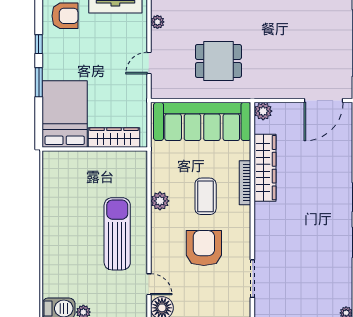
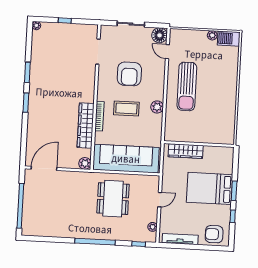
dining table: (218, 61) -> (113, 199), width x1.38
bed: (65, 114) -> (210, 188), moved, turned 90
coffee table: (206, 196) -> (126, 108), turned 90

